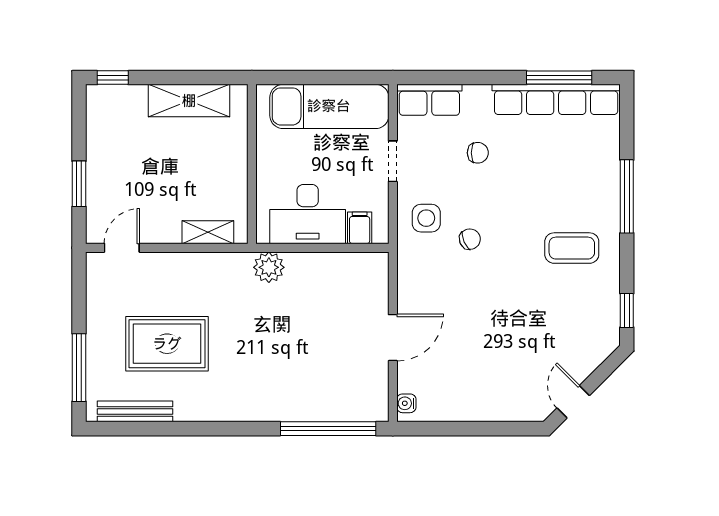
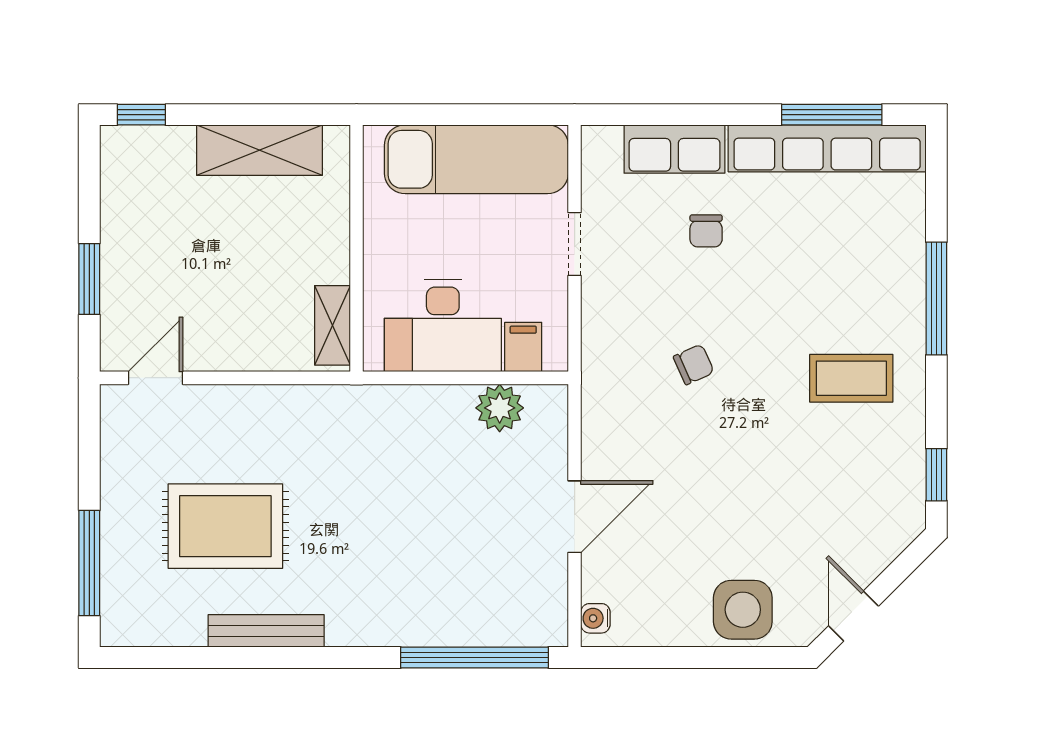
row of seats: (429, 100) -> (674, 149), moved
chair: (478, 153) -> (706, 231), turned 90
side table: (426, 218) -> (743, 610), moved, width x1.37, depth x1.37
shelving: (208, 232) -> (333, 325), moved, turned 90
plant: (269, 267) -> (500, 408), moved
bench: (135, 411) -> (266, 631), moved

